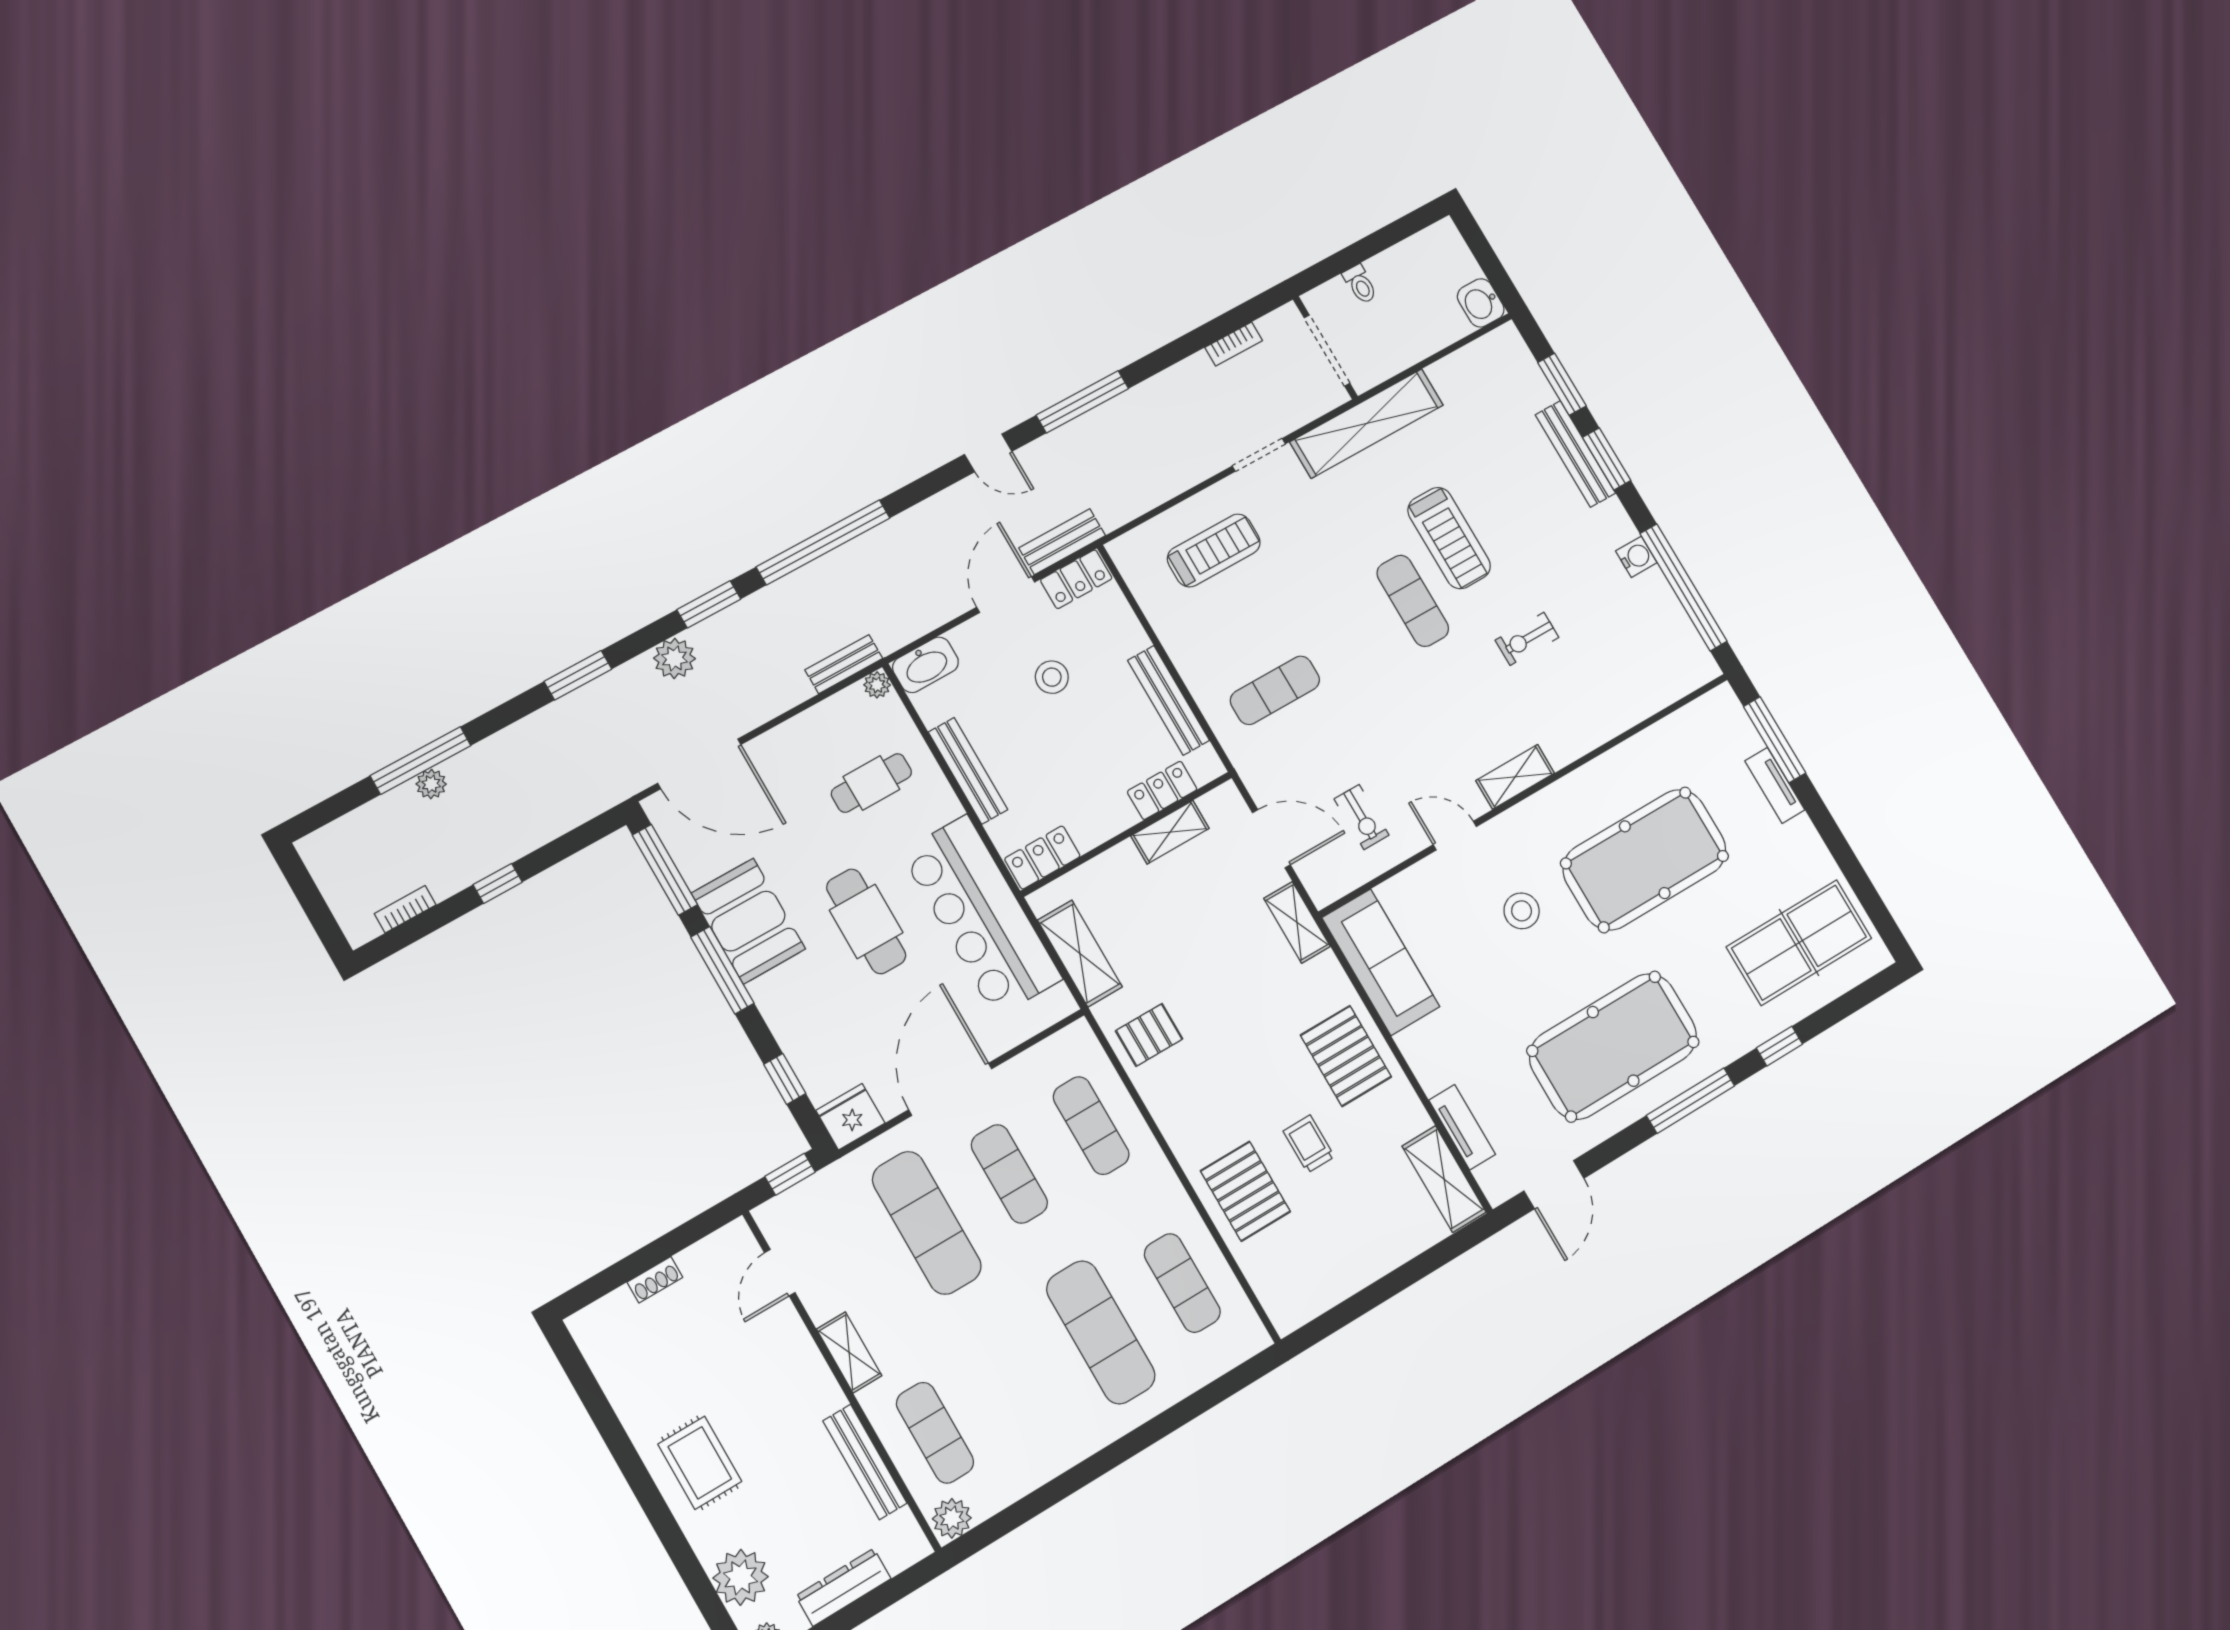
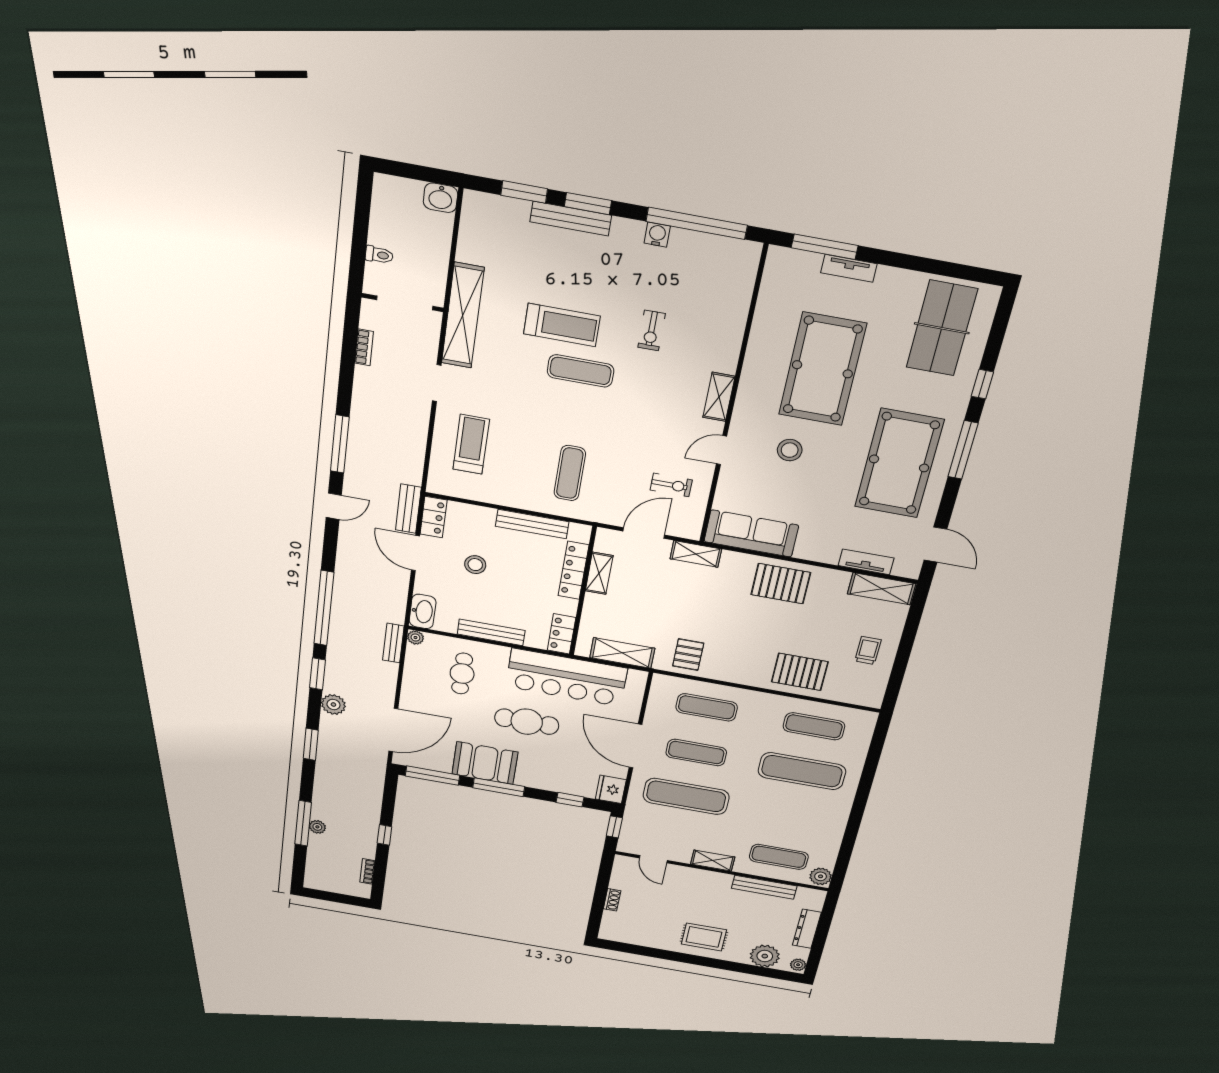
locker: (1162, 790) -> (574, 570), width x1.53
trolley: (1309, 1144) -> (868, 650), moved, turned 90

